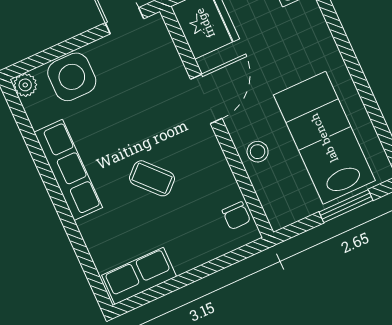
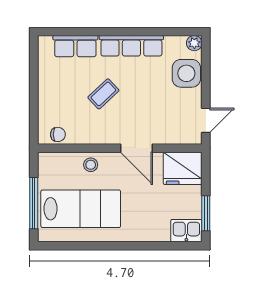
window: (346, 206) -> (34, 203), width x1.44
chair: (236, 216) -> (58, 134), turned 180
row of seats: (139, 276) -> (75, 46), moved, turned 90

